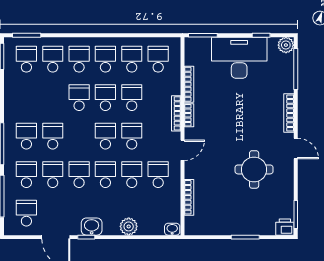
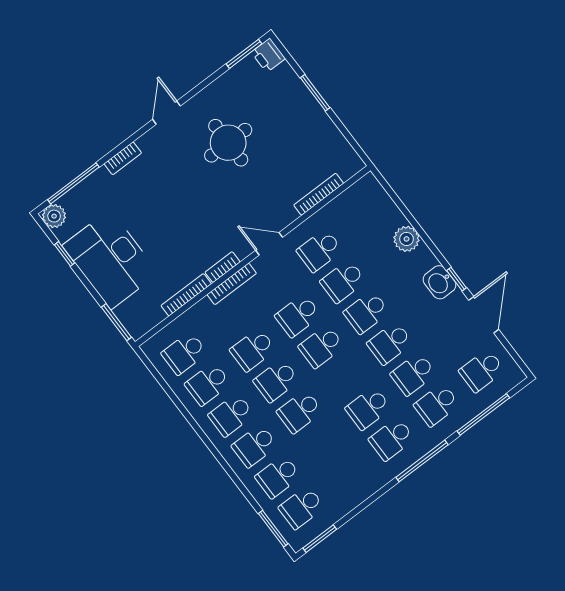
bookcase: (289, 113) -> (123, 158), width x0.64
washbasin: (172, 229) -> (371, 186), removed

